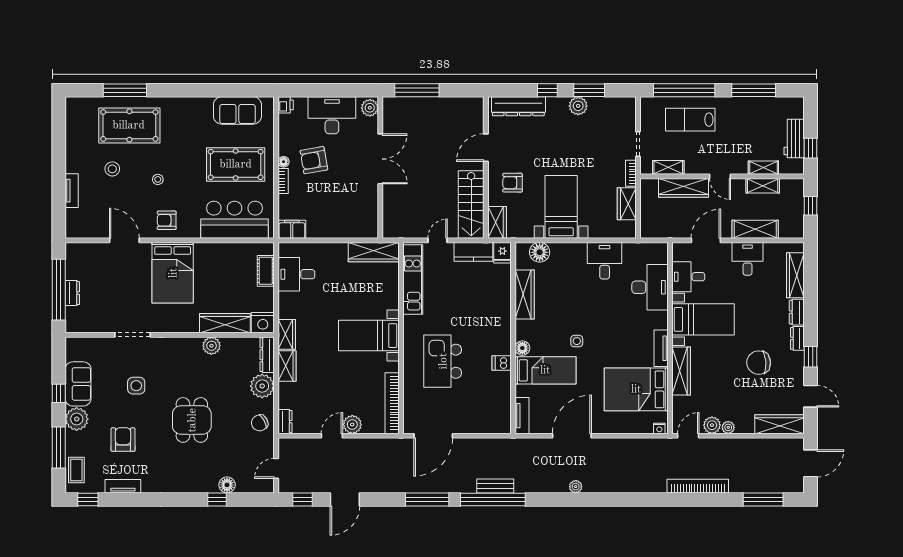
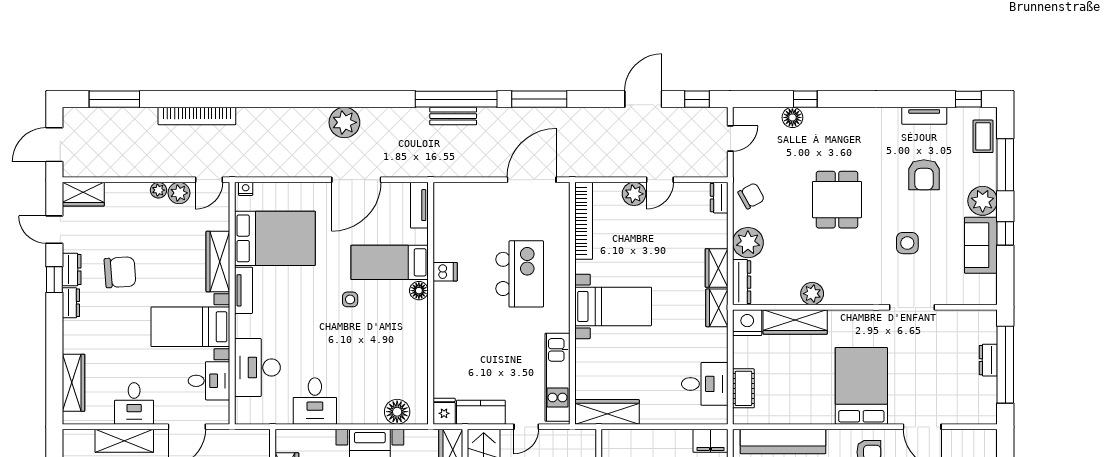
wardrobe: (525, 295) -> (416, 358), removed
dresser: (797, 312) -> (72, 270), moved
wardrobe: (779, 424) -> (83, 194), width x0.67
plant: (576, 487) -> (344, 122), width x1.88, depth x1.88

